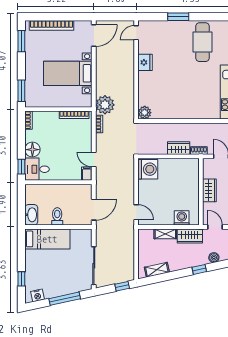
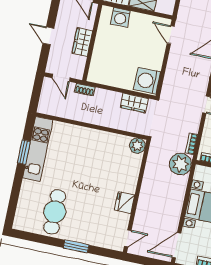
wardrobe: (179, 148) -> (134, 103), moved

